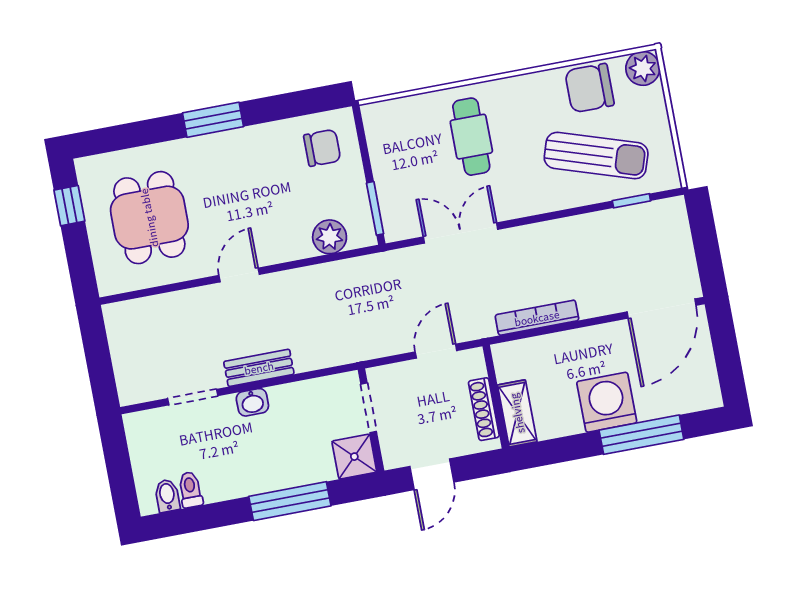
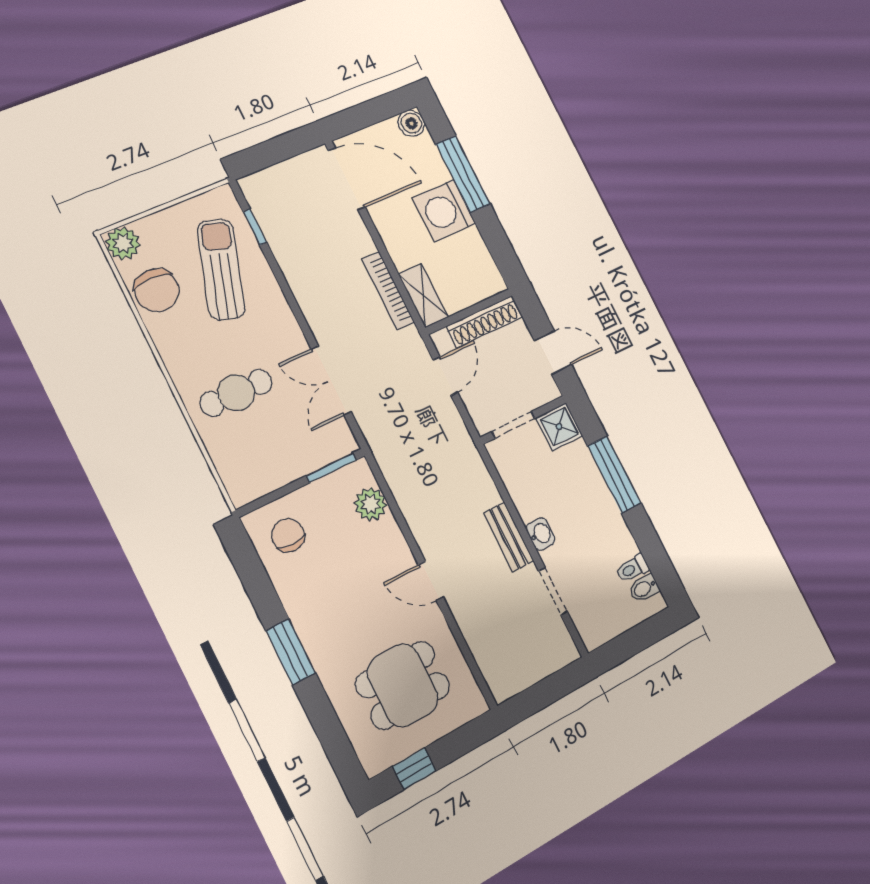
door: (436, 351) -> (445, 376), swing flipped
boiler: (707, 395) -> (411, 123), added
shoe rack: (484, 409) -> (484, 322), width x1.36, depth x1.24
shelving: (517, 413) -> (423, 296), moved, turned 90

